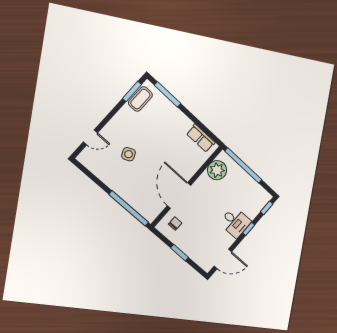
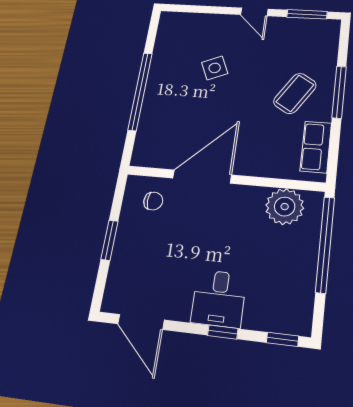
window: (167, 94) -> (339, 92), moved
coffee table: (140, 99) -> (295, 93), moved, turned -58
door: (90, 137) -> (254, 12), moved
window: (129, 209) -> (140, 91), moved

